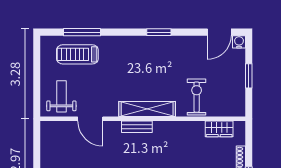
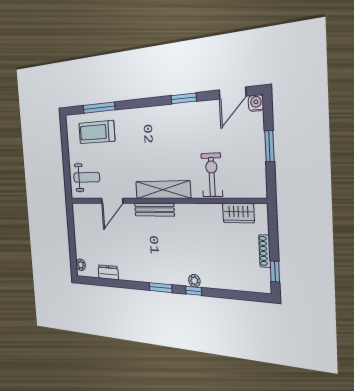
window: (159, 32) -> (184, 98), moved
weight bench: (61, 96) -> (87, 177), turned 90
door: (90, 119) -> (112, 201), hinge flipped
bench: (137, 127) -> (154, 210), width x1.36

